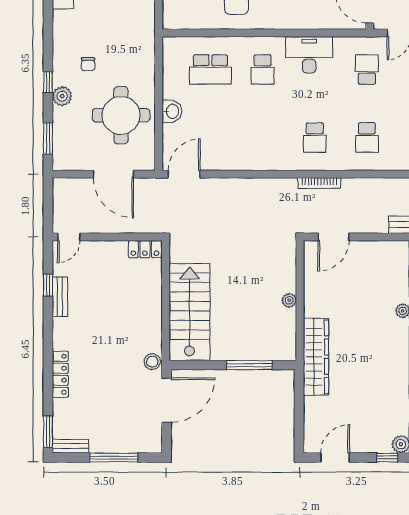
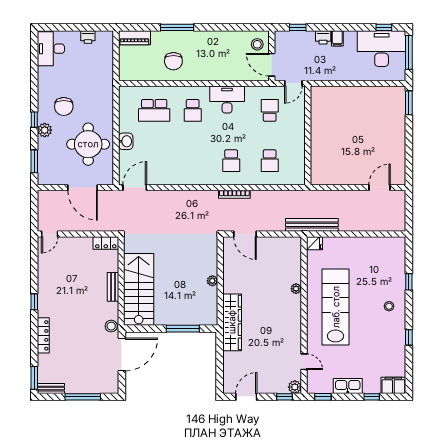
chair: (88, 64) -> (64, 106), width x1.87, depth x1.87
door: (333, 237) -> (245, 234), hinge flipped
window: (48, 285) -> (34, 302), moved
bench: (60, 297) -> (113, 287), moved

